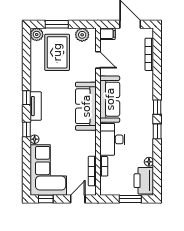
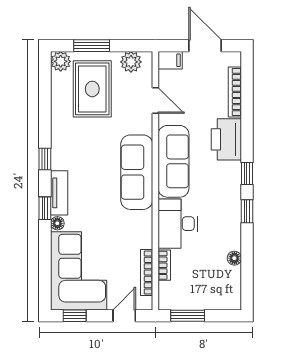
tv unit: (36, 106) -> (59, 193), moved
printer: (144, 181) -> (226, 139), moved
window: (130, 199) -> (188, 316), moved

